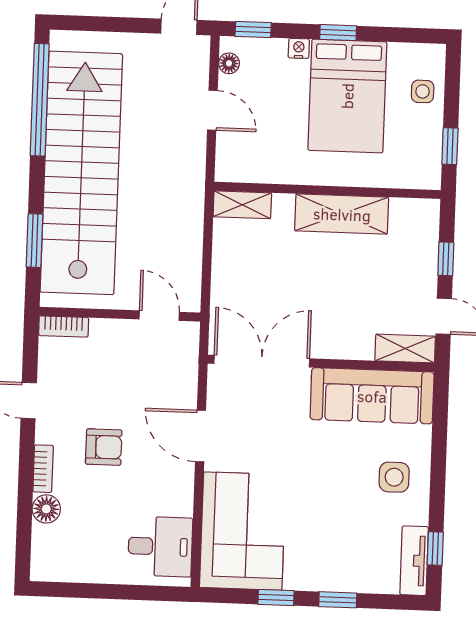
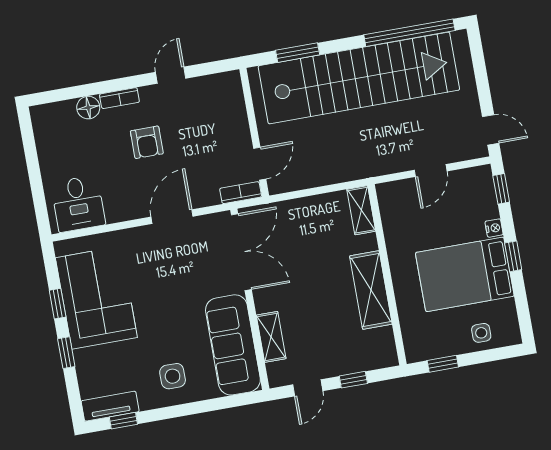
floor lamp: (229, 63) -> (470, 176), removed
bookcase: (64, 326) -> (241, 193), moved, turned 90
shelving: (405, 348) -> (271, 337), moved
corner sofa: (243, 531) -> (96, 298), moved, turned -90

